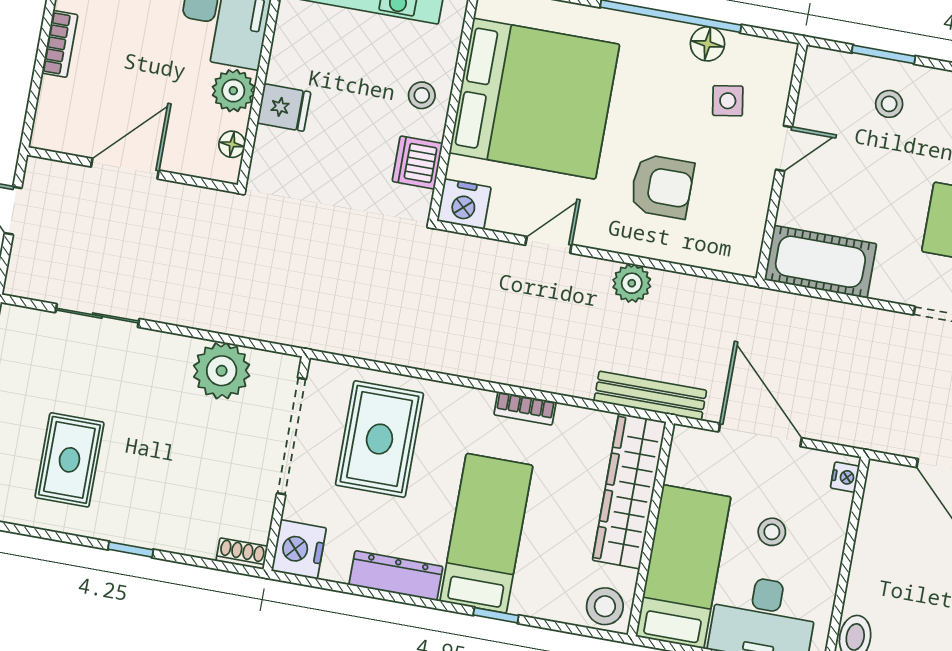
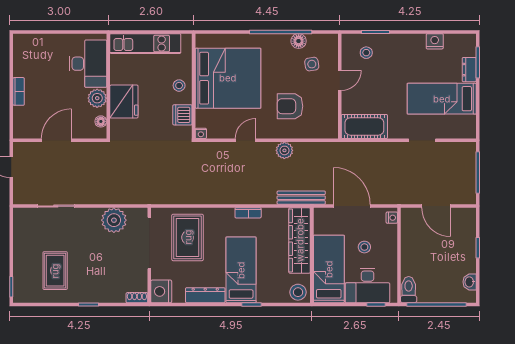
stool: (889, 104) -> (366, 53), moved
fridge: (284, 108) -> (124, 102), width x1.88, depth x1.34
armchair: (662, 186) -> (290, 106), turned 180
nightstand: (464, 204) -> (201, 133), width x0.53, depth x0.56

